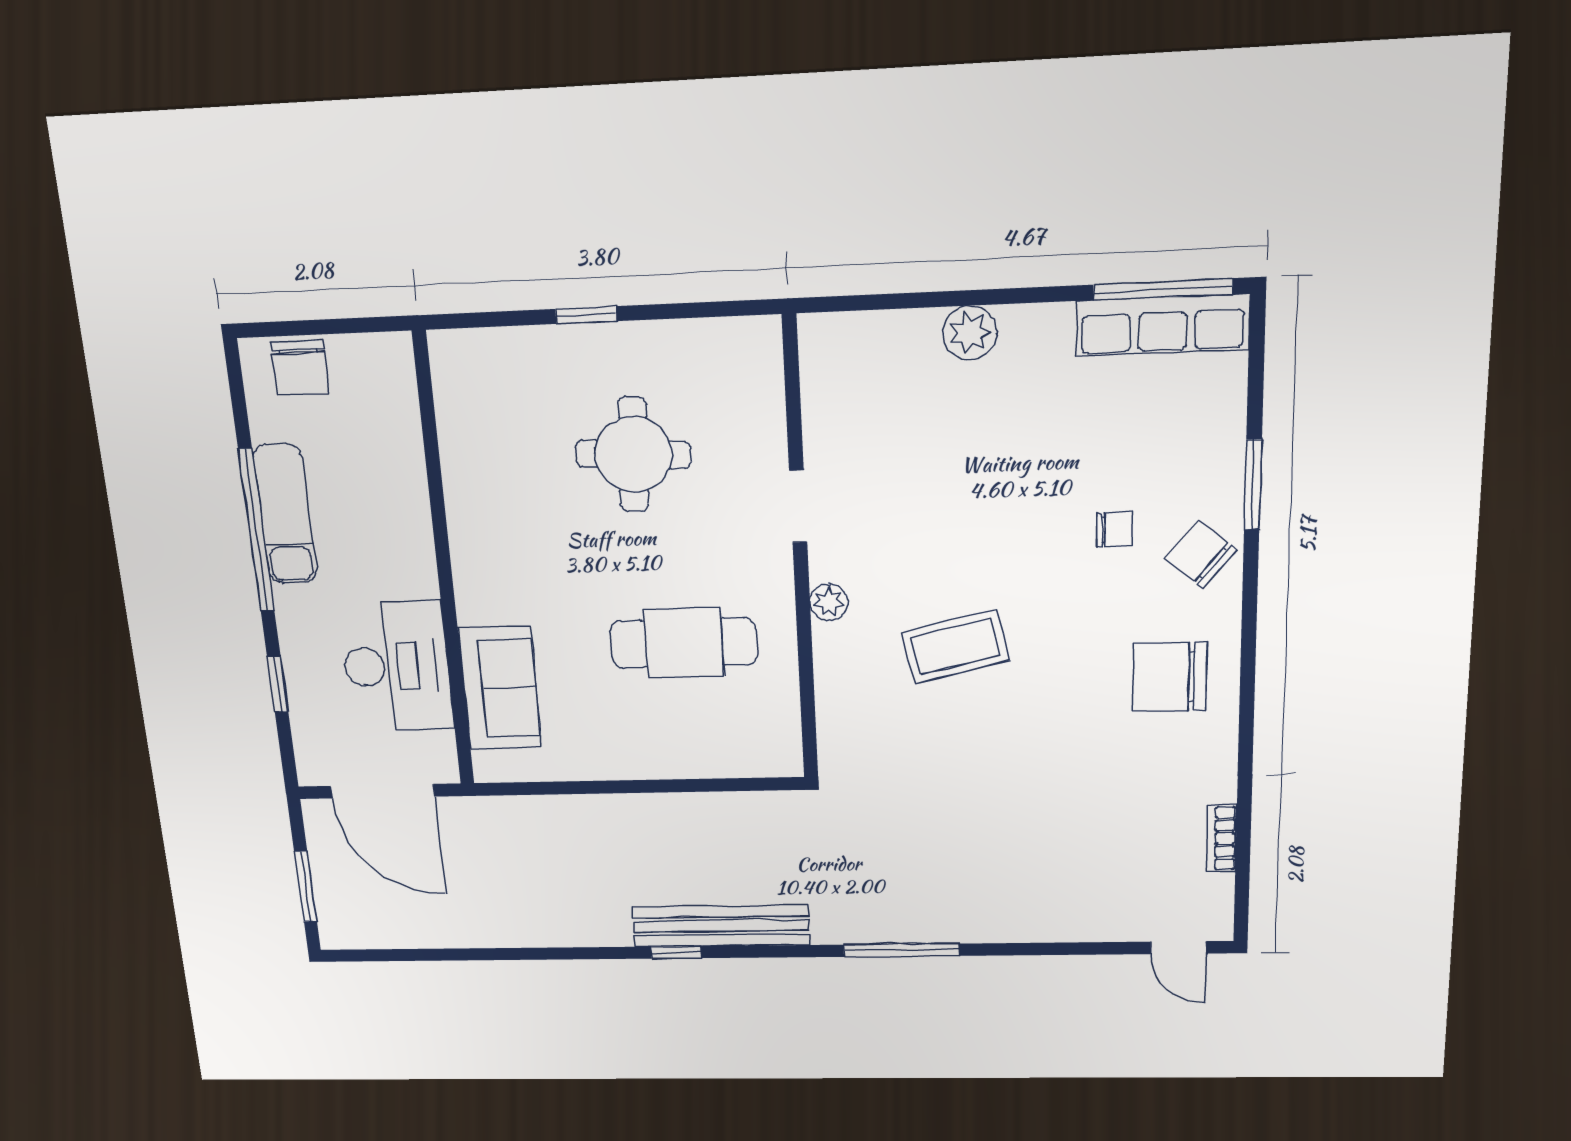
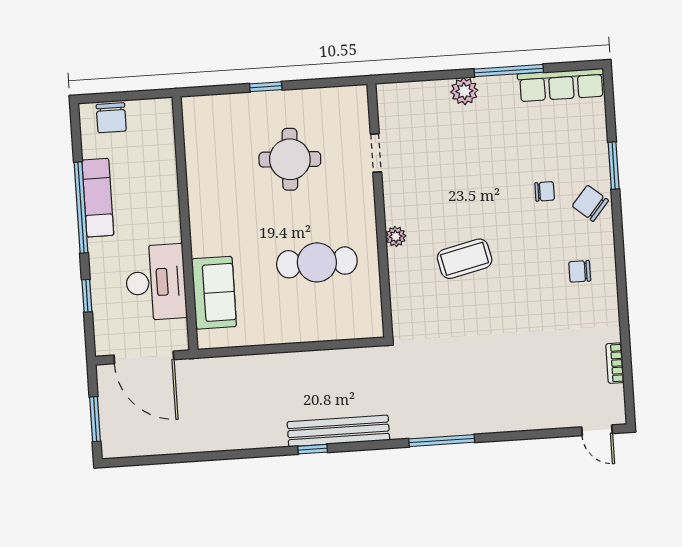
window: (1163, 289) -> (509, 71), moved
doorway: (798, 506) -> (376, 153), moved
chair: (1170, 677) -> (580, 271), width x0.54, depth x0.54

